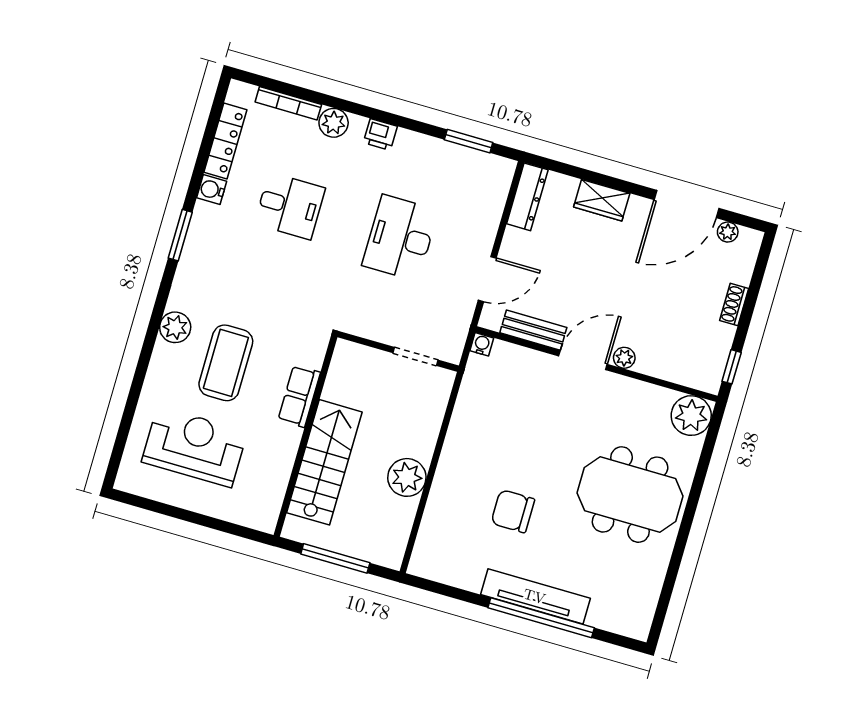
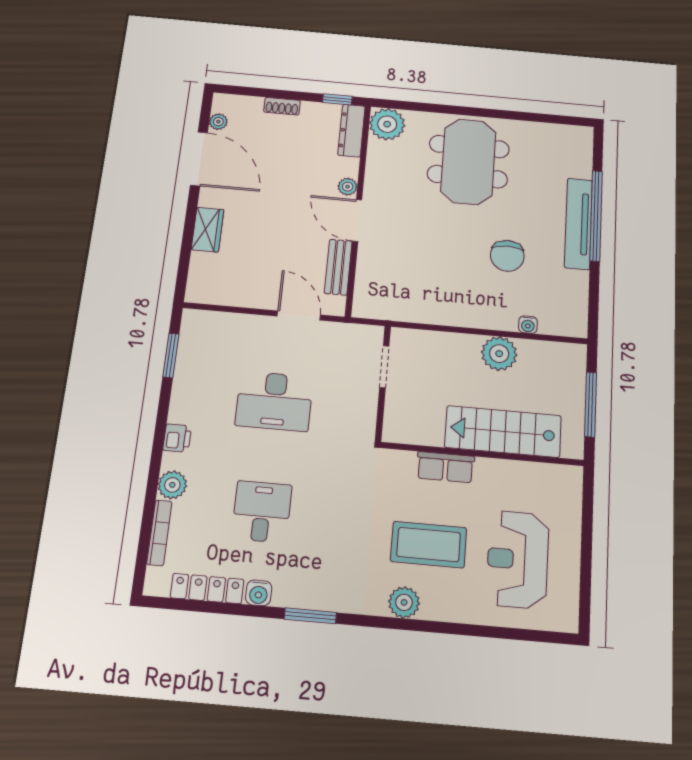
dresser: (527, 197) -> (351, 131), moved, turned -90
water cooler: (482, 344) -> (528, 325), moved, turned -90

